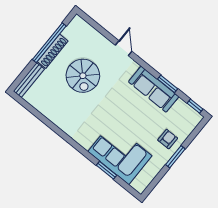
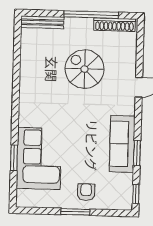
shoe rack: (53, 51) -> (114, 25), moved
spiral stairs: (83, 76) -> (85, 69), turned 90
armchair: (168, 139) -> (86, 192), turned -90

